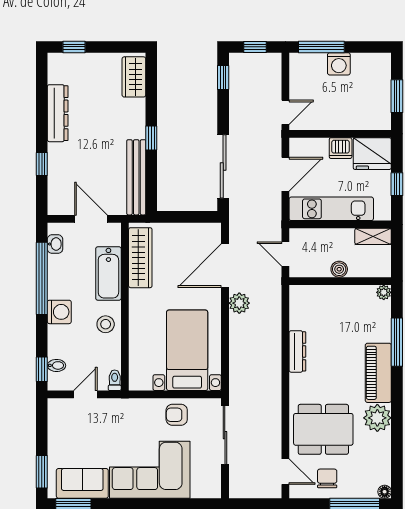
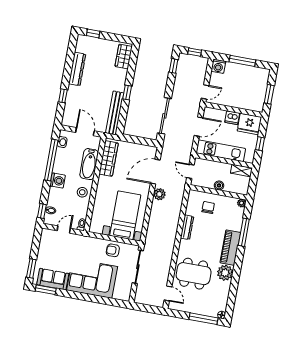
window: (321, 47) -> (242, 61), moved
washing machine: (339, 64) -> (218, 66), moved
chair: (327, 478) -> (208, 208), moved

